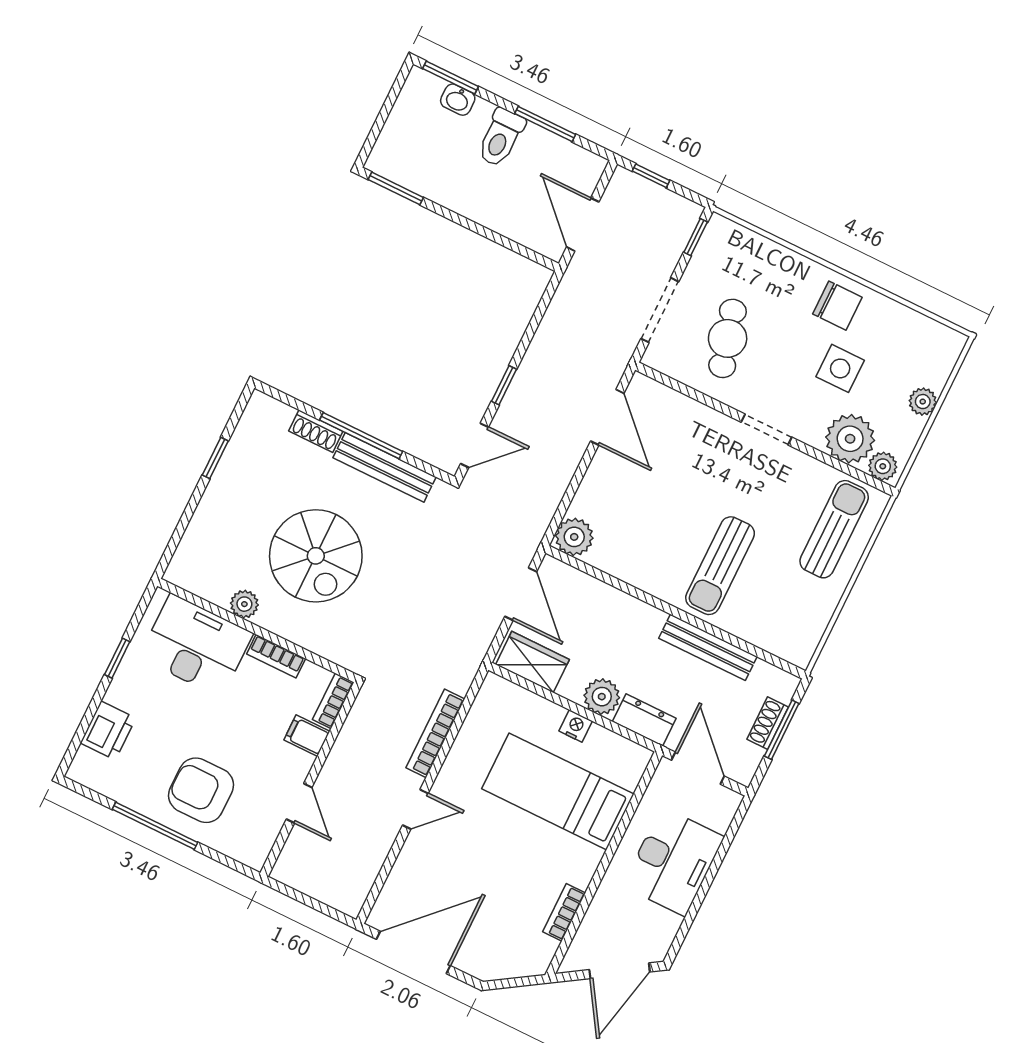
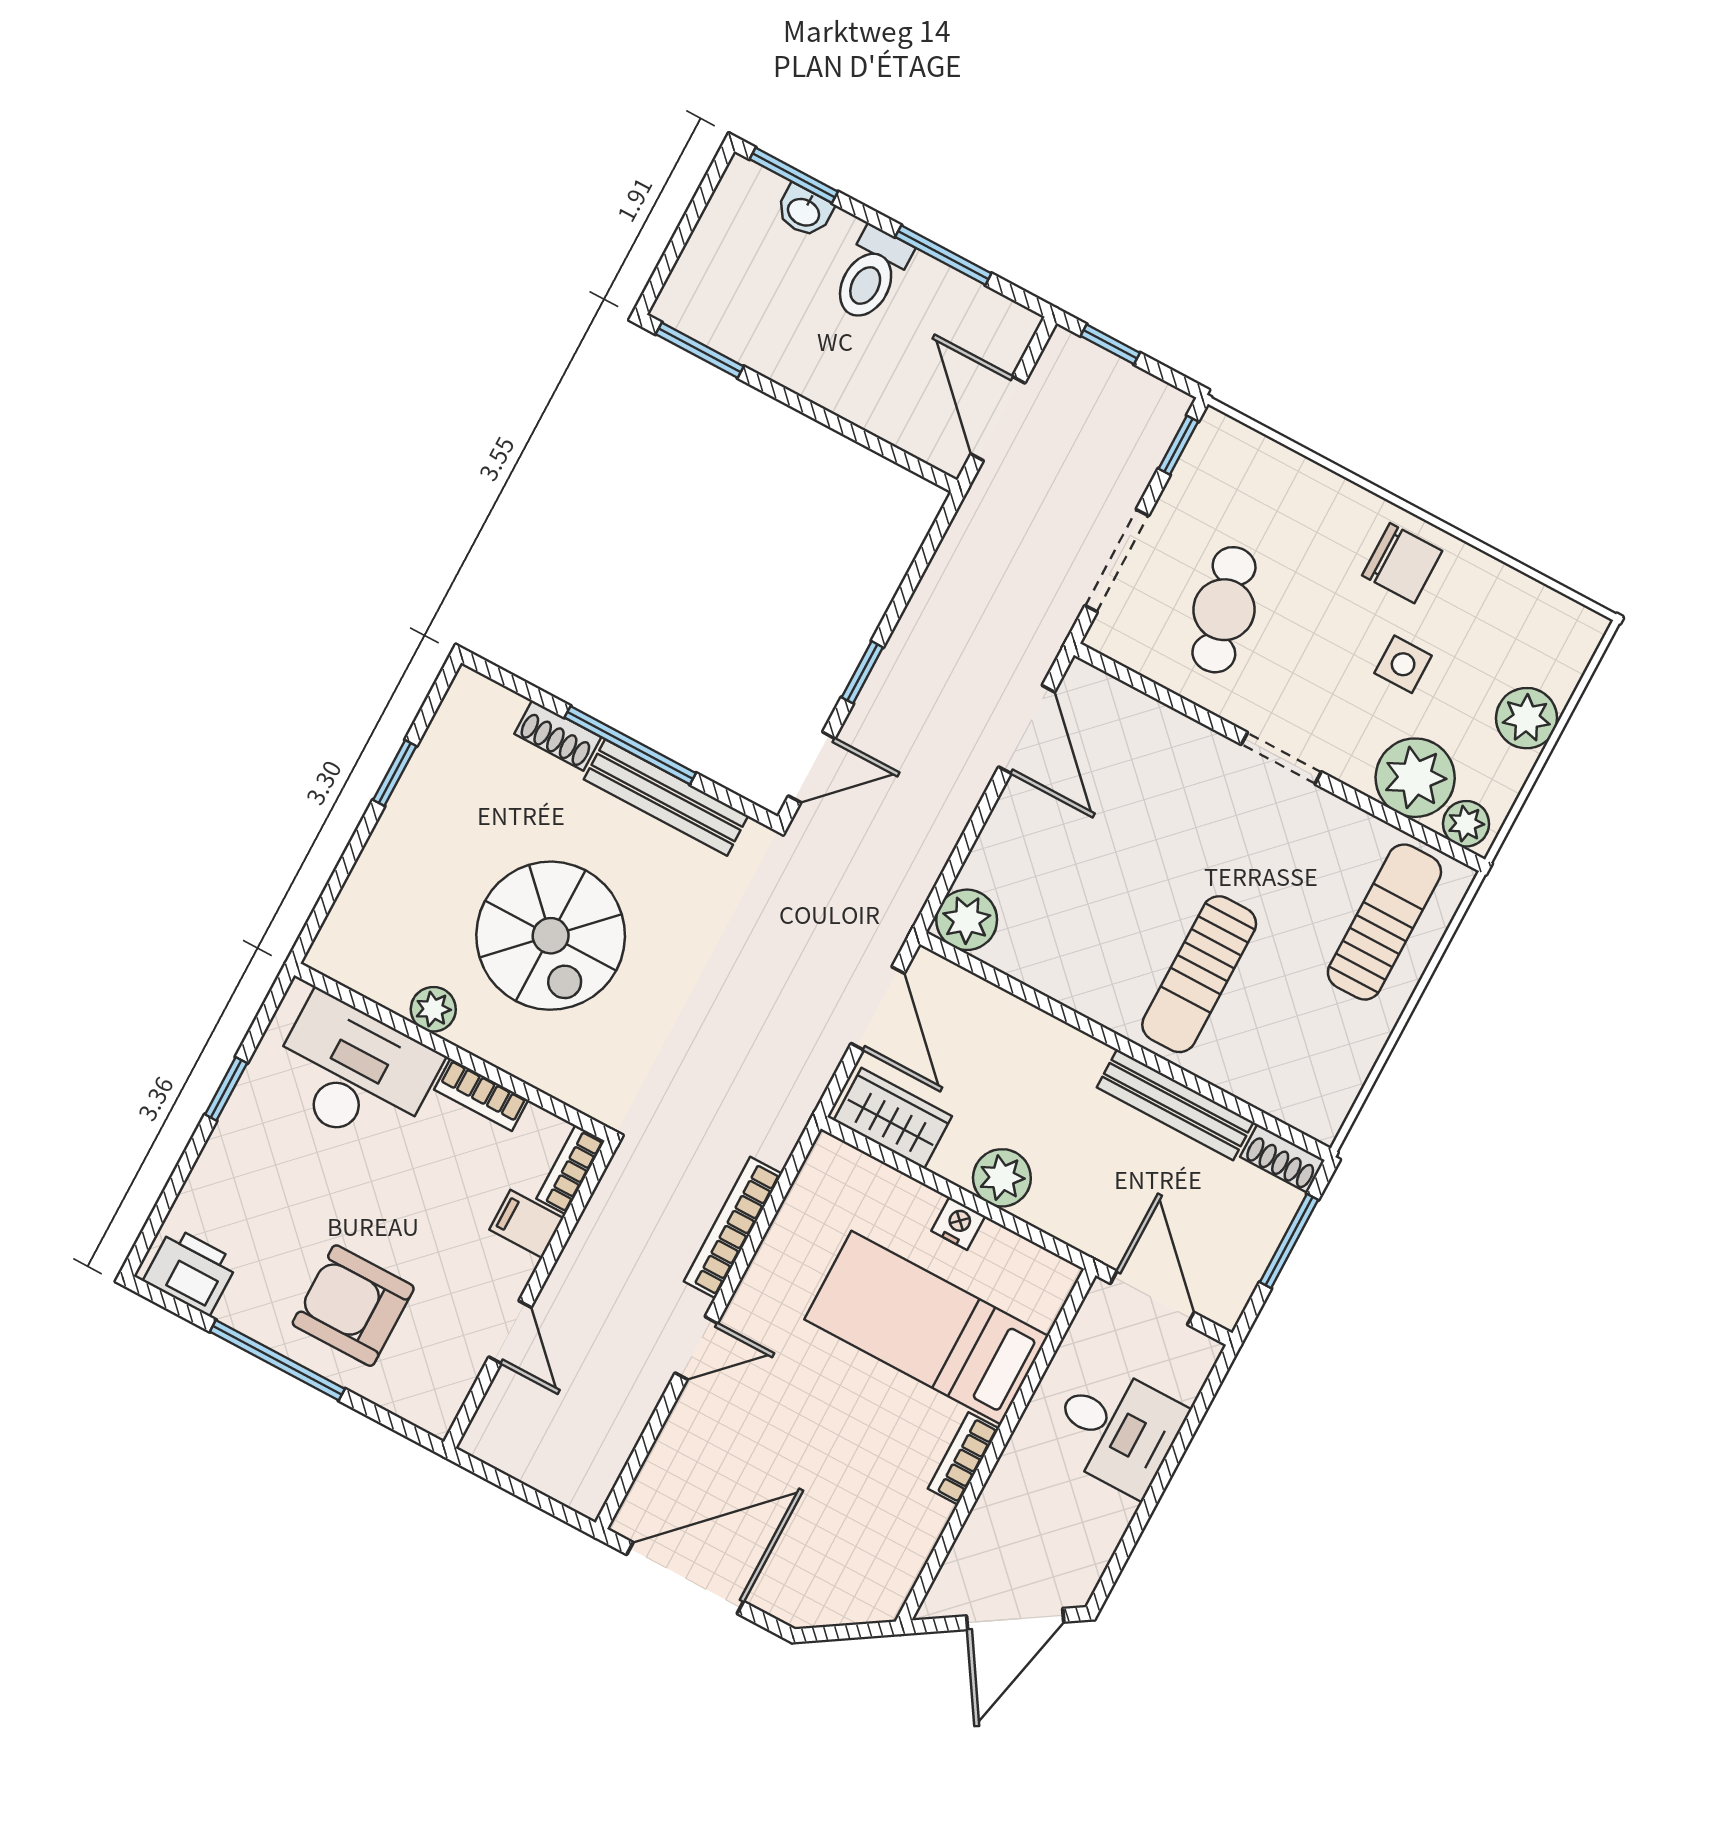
side table: (840, 368) -> (1403, 664), width x0.73, depth x0.73
plant: (923, 402) -> (1527, 718), width x1.38, depth x1.38
dresser: (644, 720) -> (1069, 1218), removed
shoe rack: (768, 723) -> (1282, 1158), moved, turned -90
printer: (108, 730) -> (191, 1271), moved, turned -90
desk: (673, 861) -> (1117, 1429), width x0.73
bookcase: (564, 912) -> (963, 1459), moved

